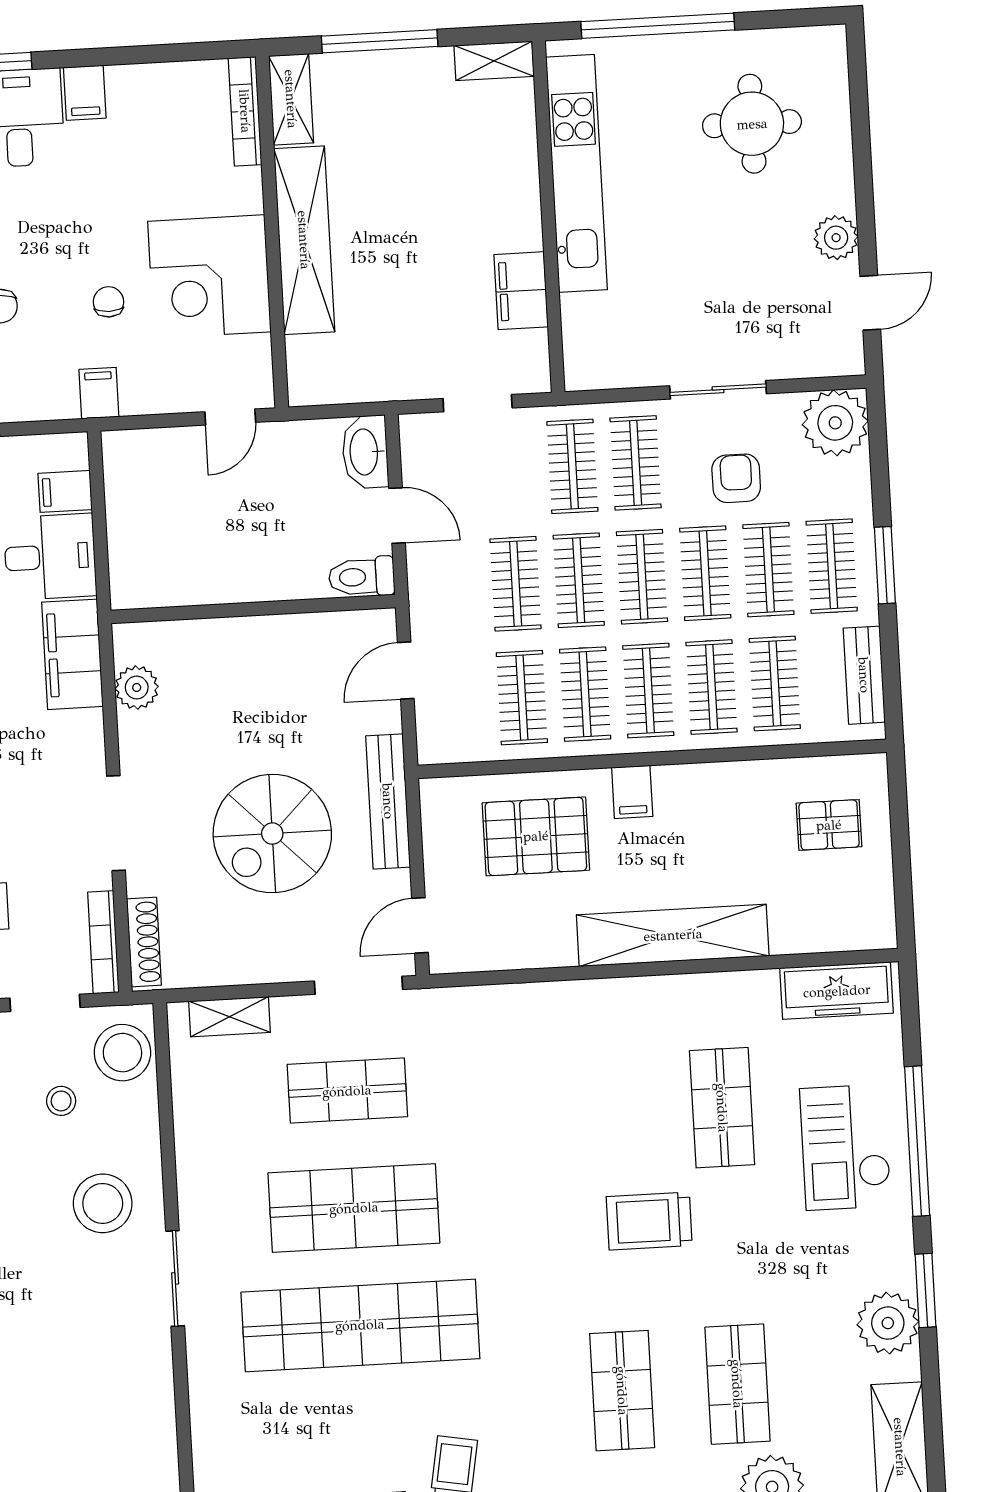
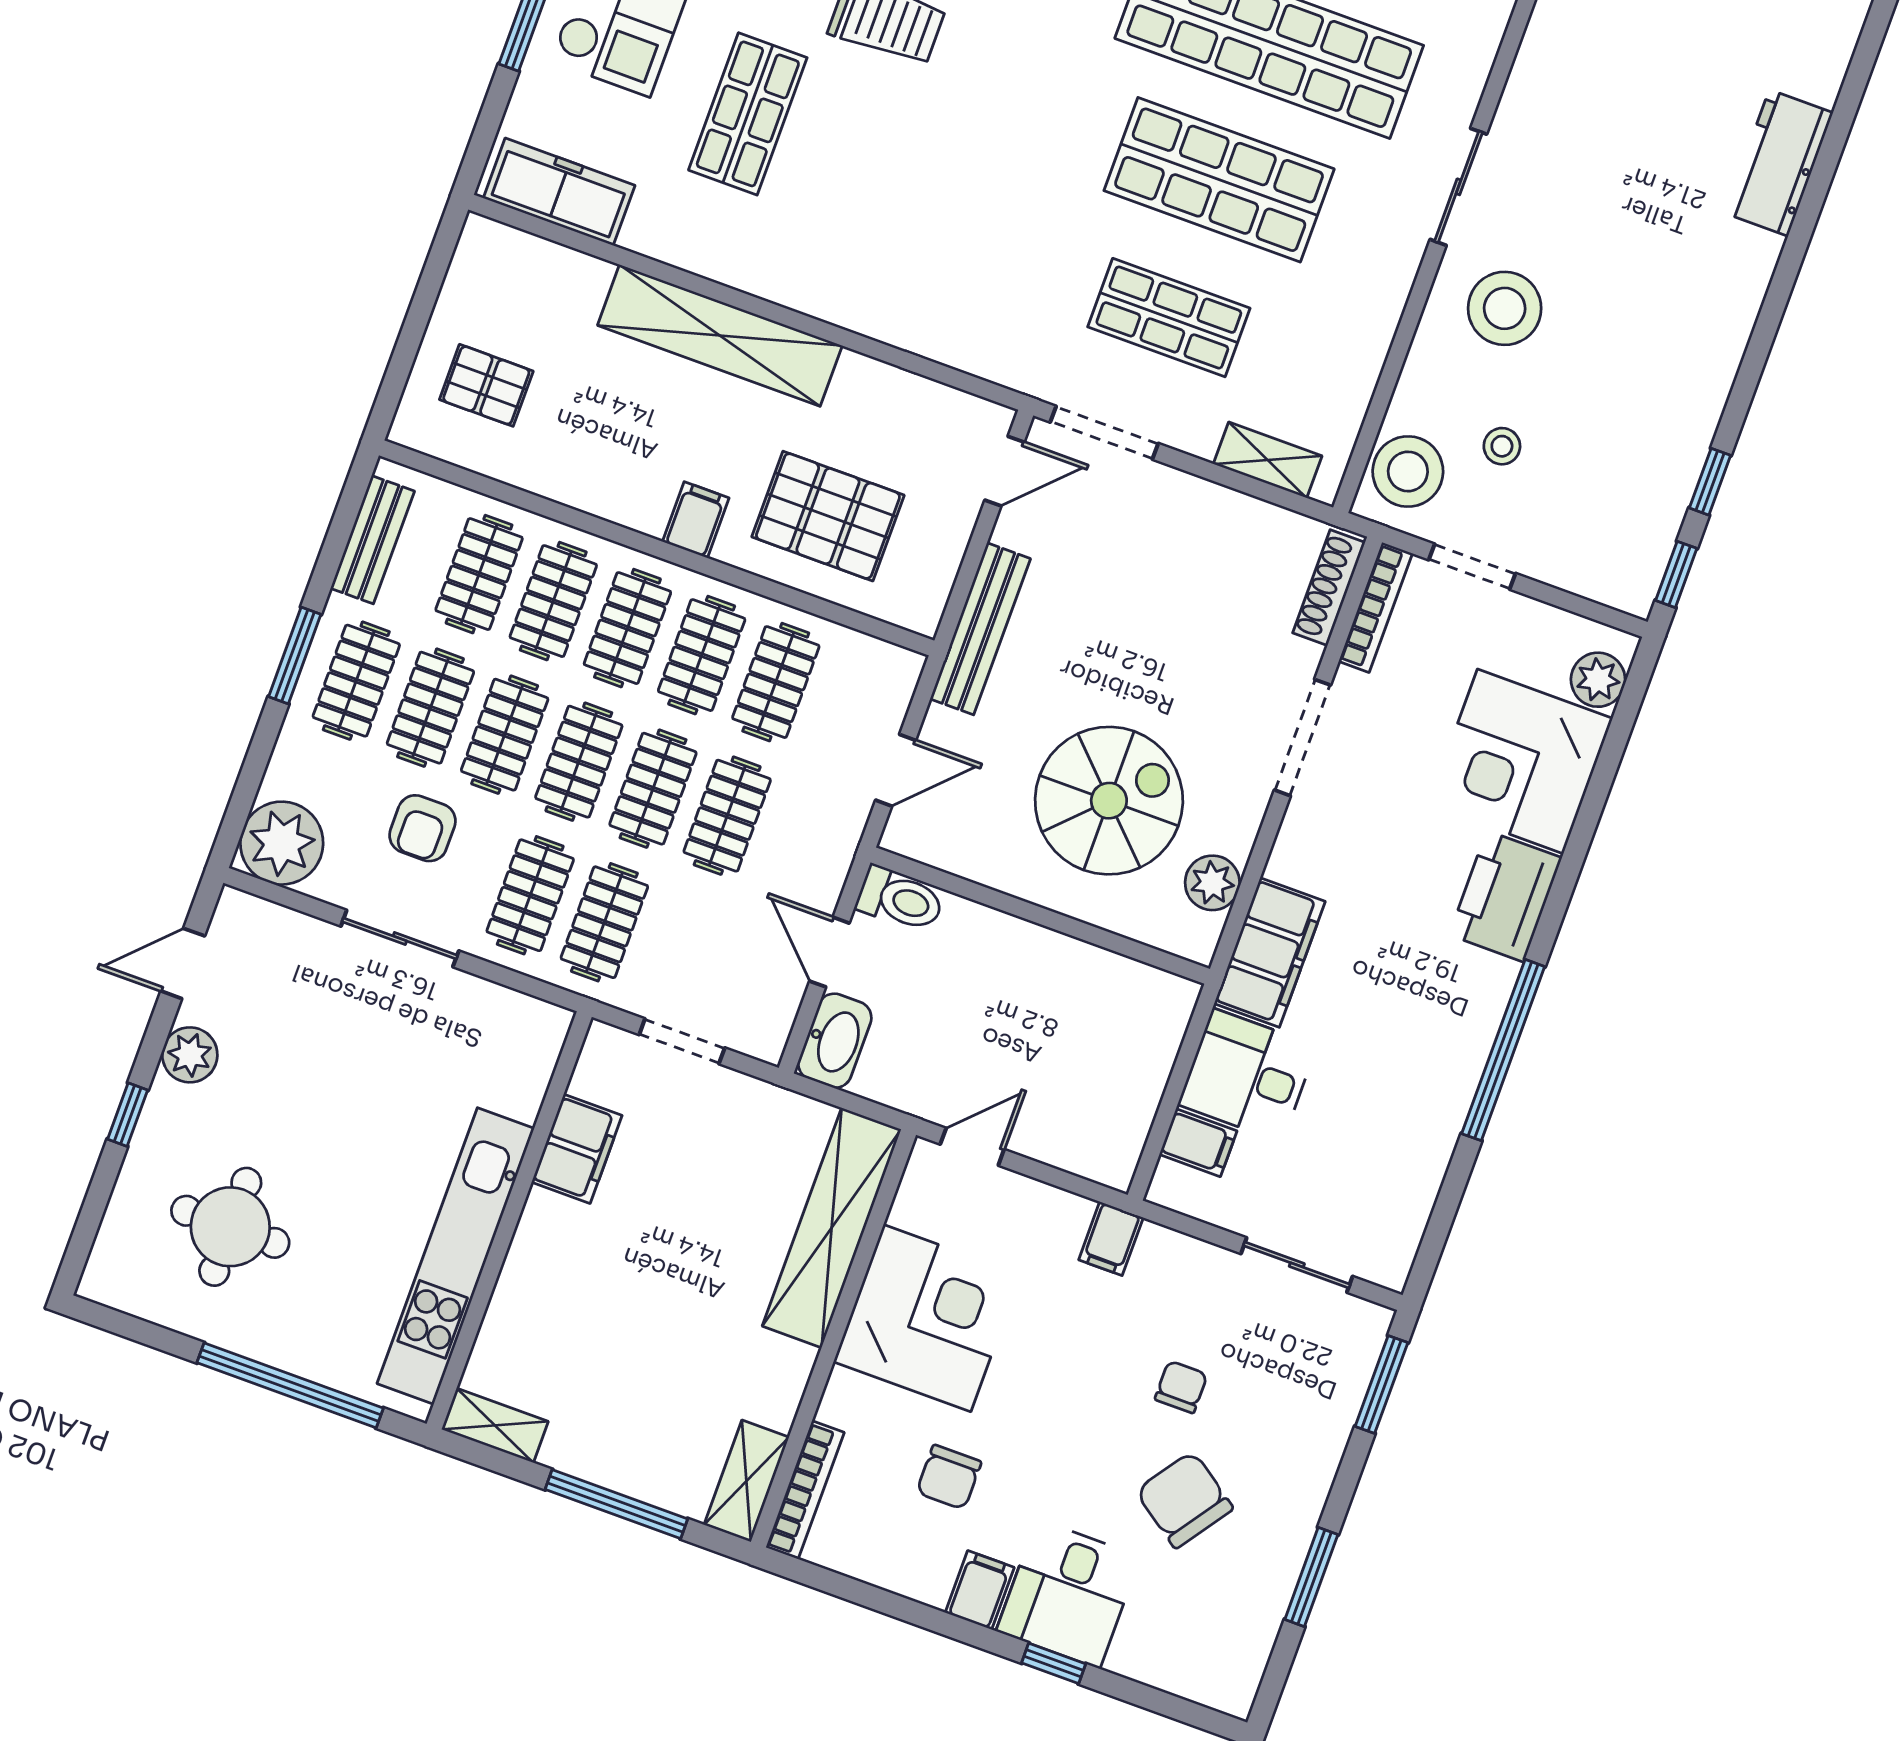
window: (863, 174) -> (128, 1115), added
shelving: (304, 240) -> (832, 1228), moved
chair: (108, 302) -> (949, 1477), moved, width x1.37, depth x1.37
spiral stairs: (272, 834) -> (1109, 801), moved

